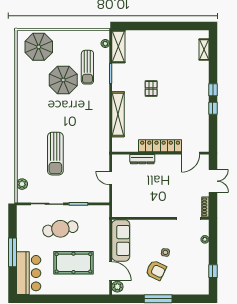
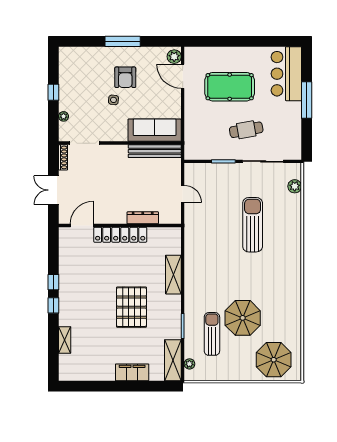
filing cabinet: (151, 37) -> (132, 372), added
shelving: (204, 50) -> (65, 340), moved
pallet: (151, 88) -> (131, 307), width x2.05, depth x2.00
shelving: (118, 114) -> (173, 275), width x0.68
bench: (133, 212) -> (155, 151), added
cafe table: (60, 229) -> (246, 130), width x0.73, depth x0.74
sofa: (121, 240) -> (155, 130), moved, turned 90
armchair: (156, 270) -> (125, 77), turned -116
window: (213, 271) -> (53, 92), moved

